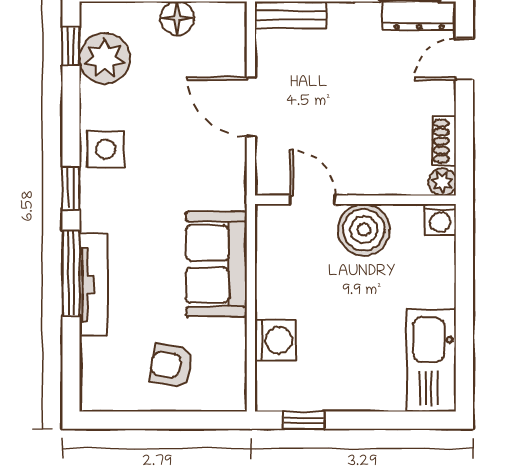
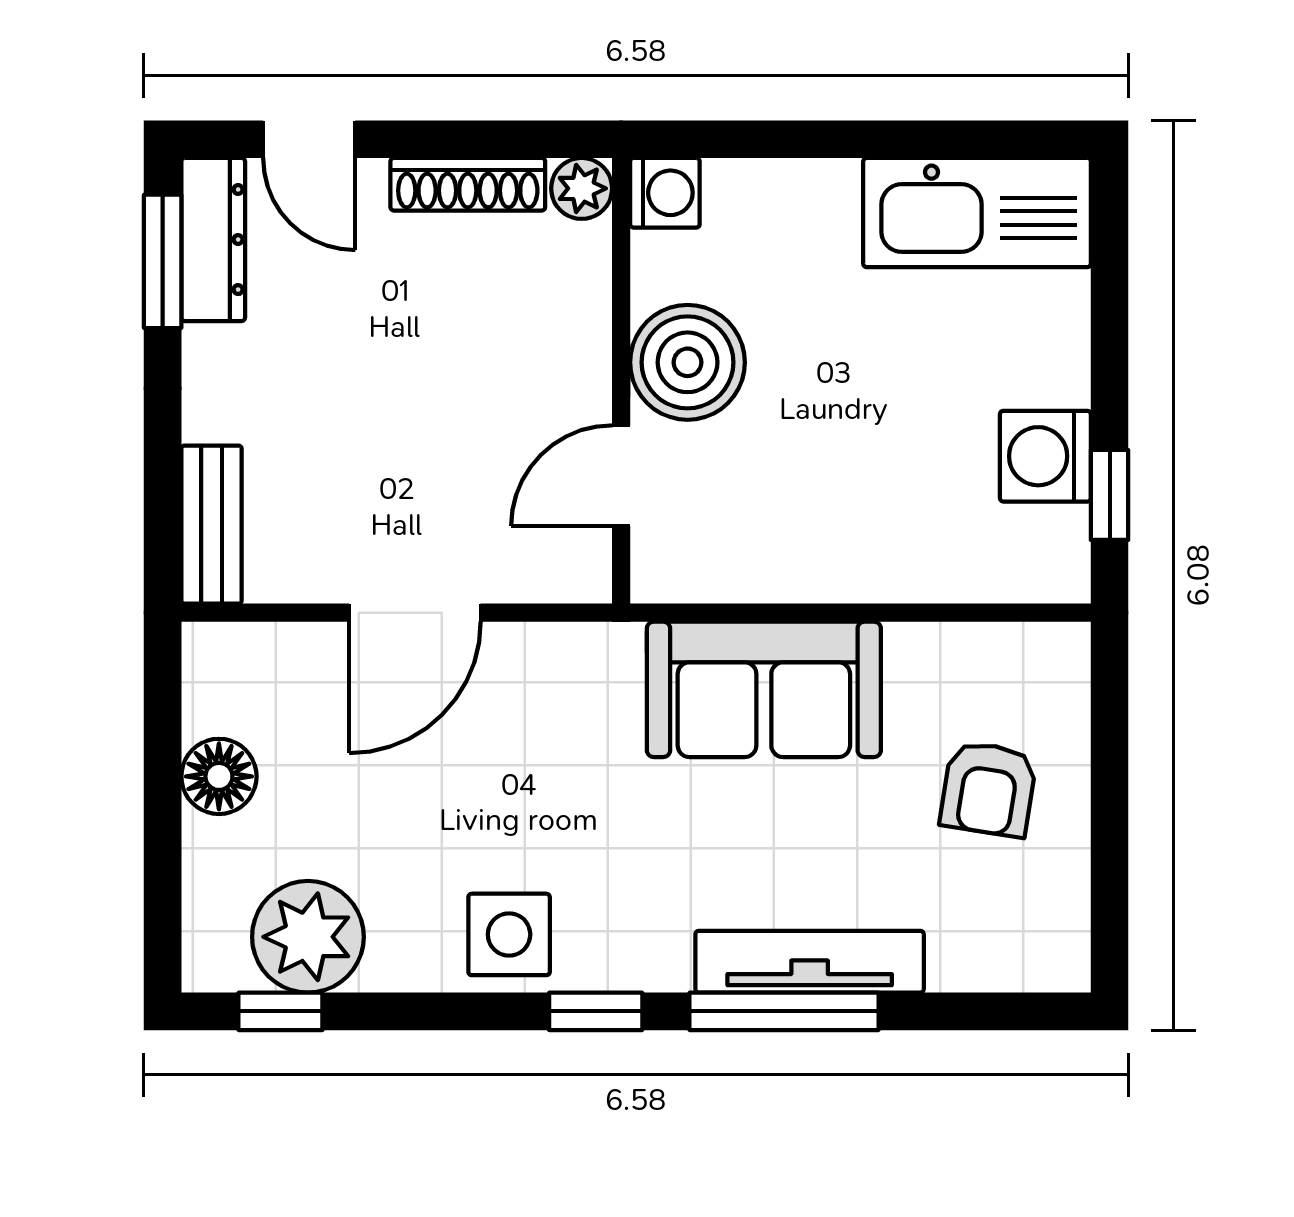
shoe rack: (444, 141) -> (468, 184), width x1.43
washing machine: (275, 340) -> (1045, 456), moved, turned -90

